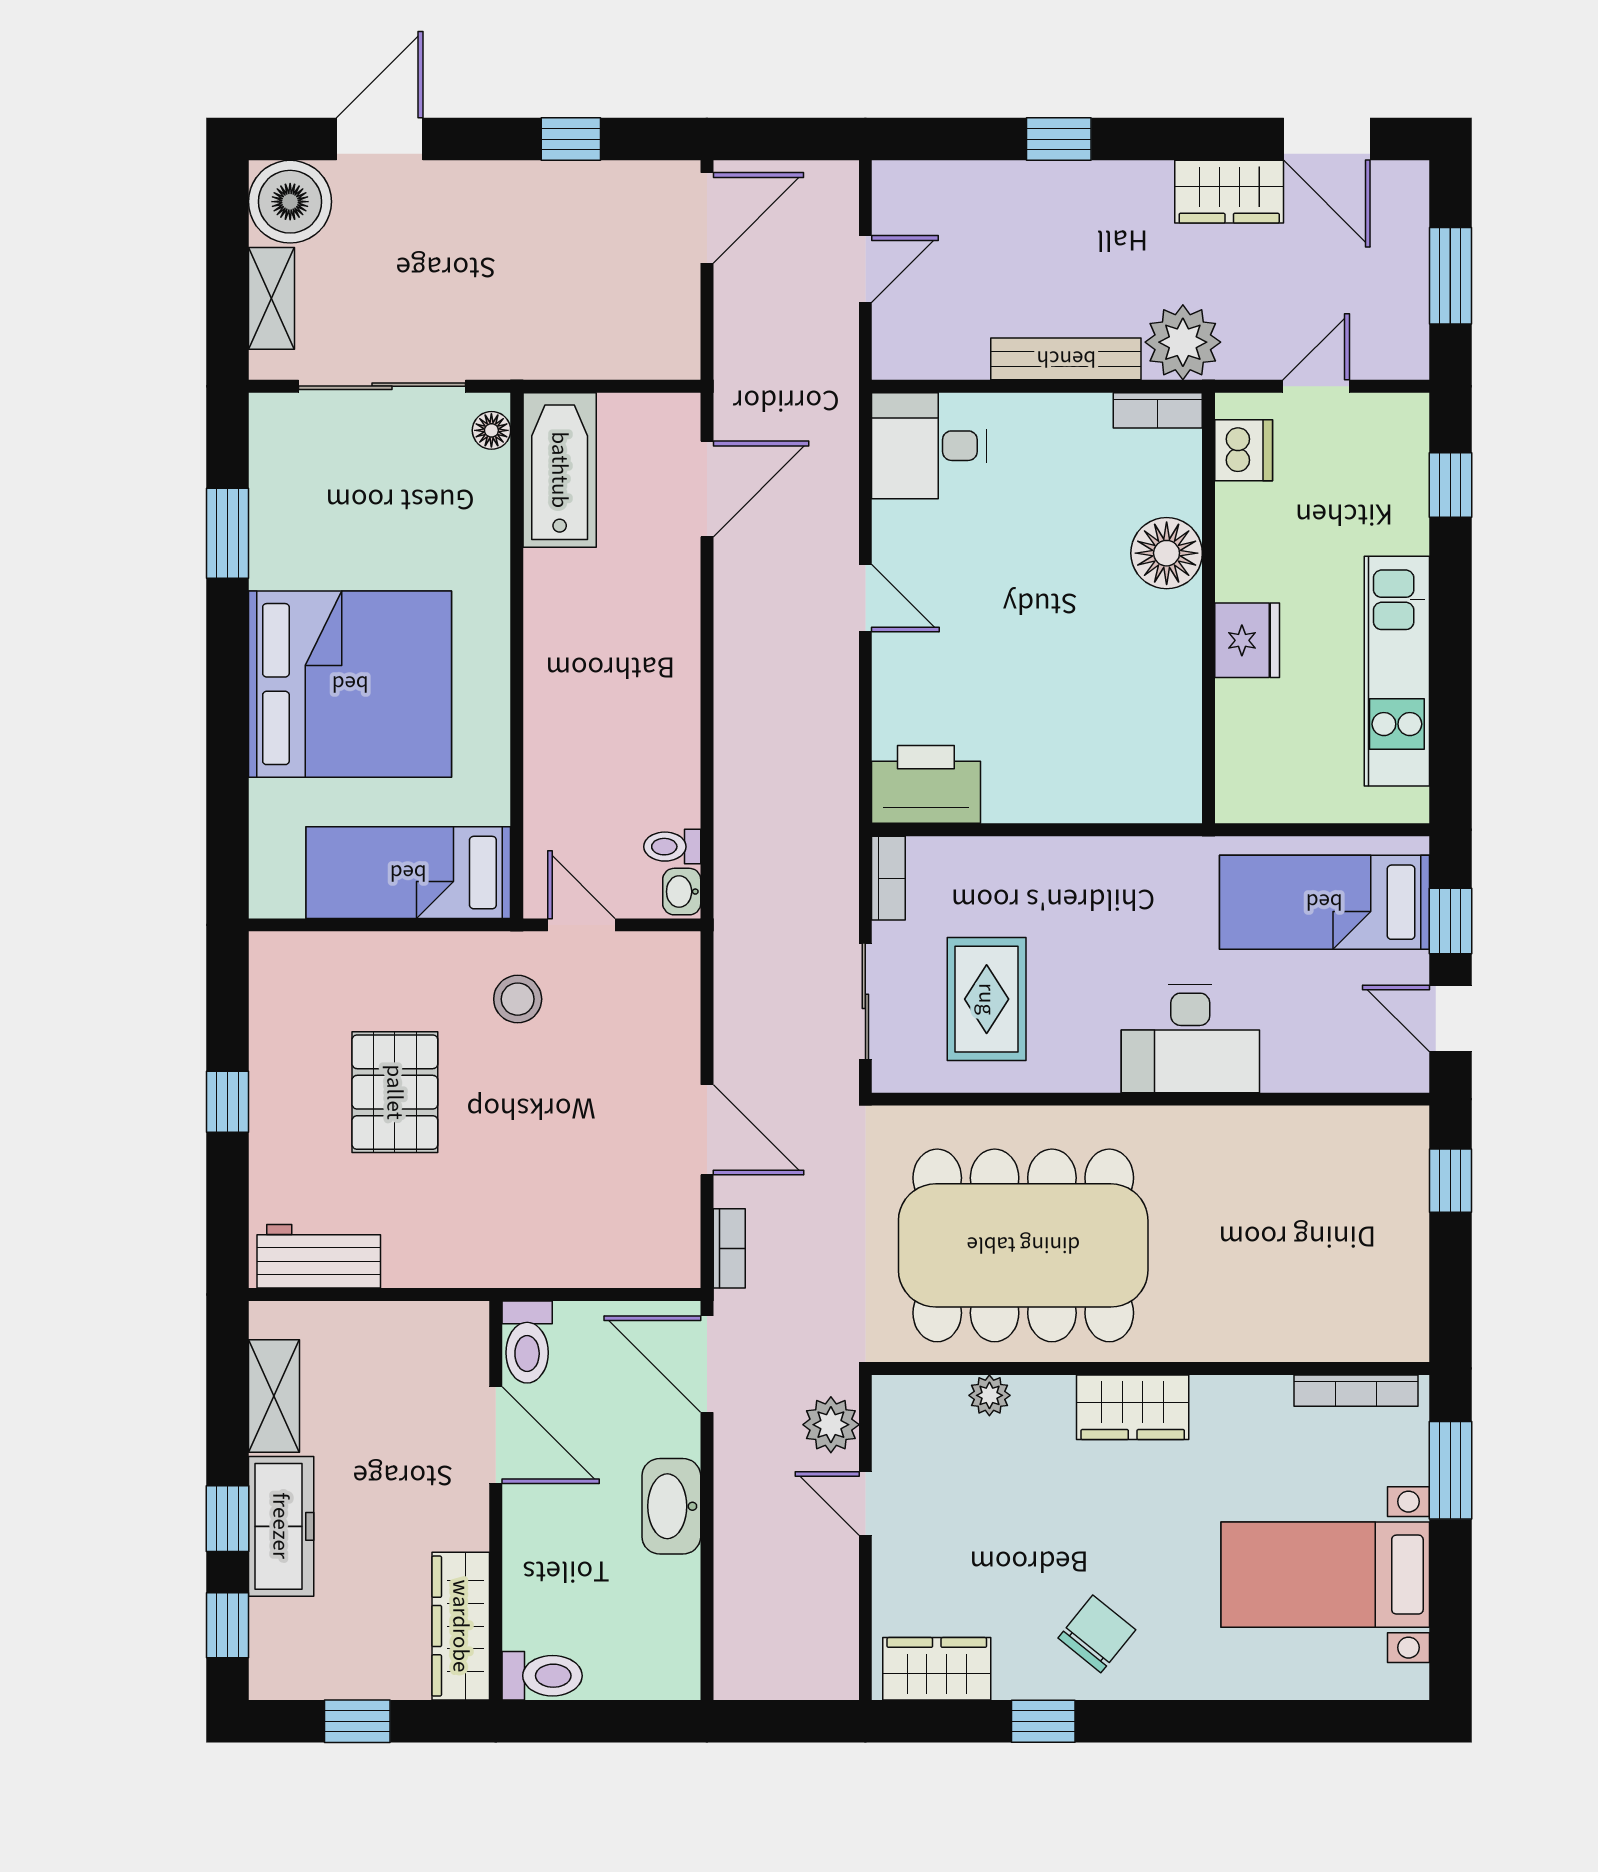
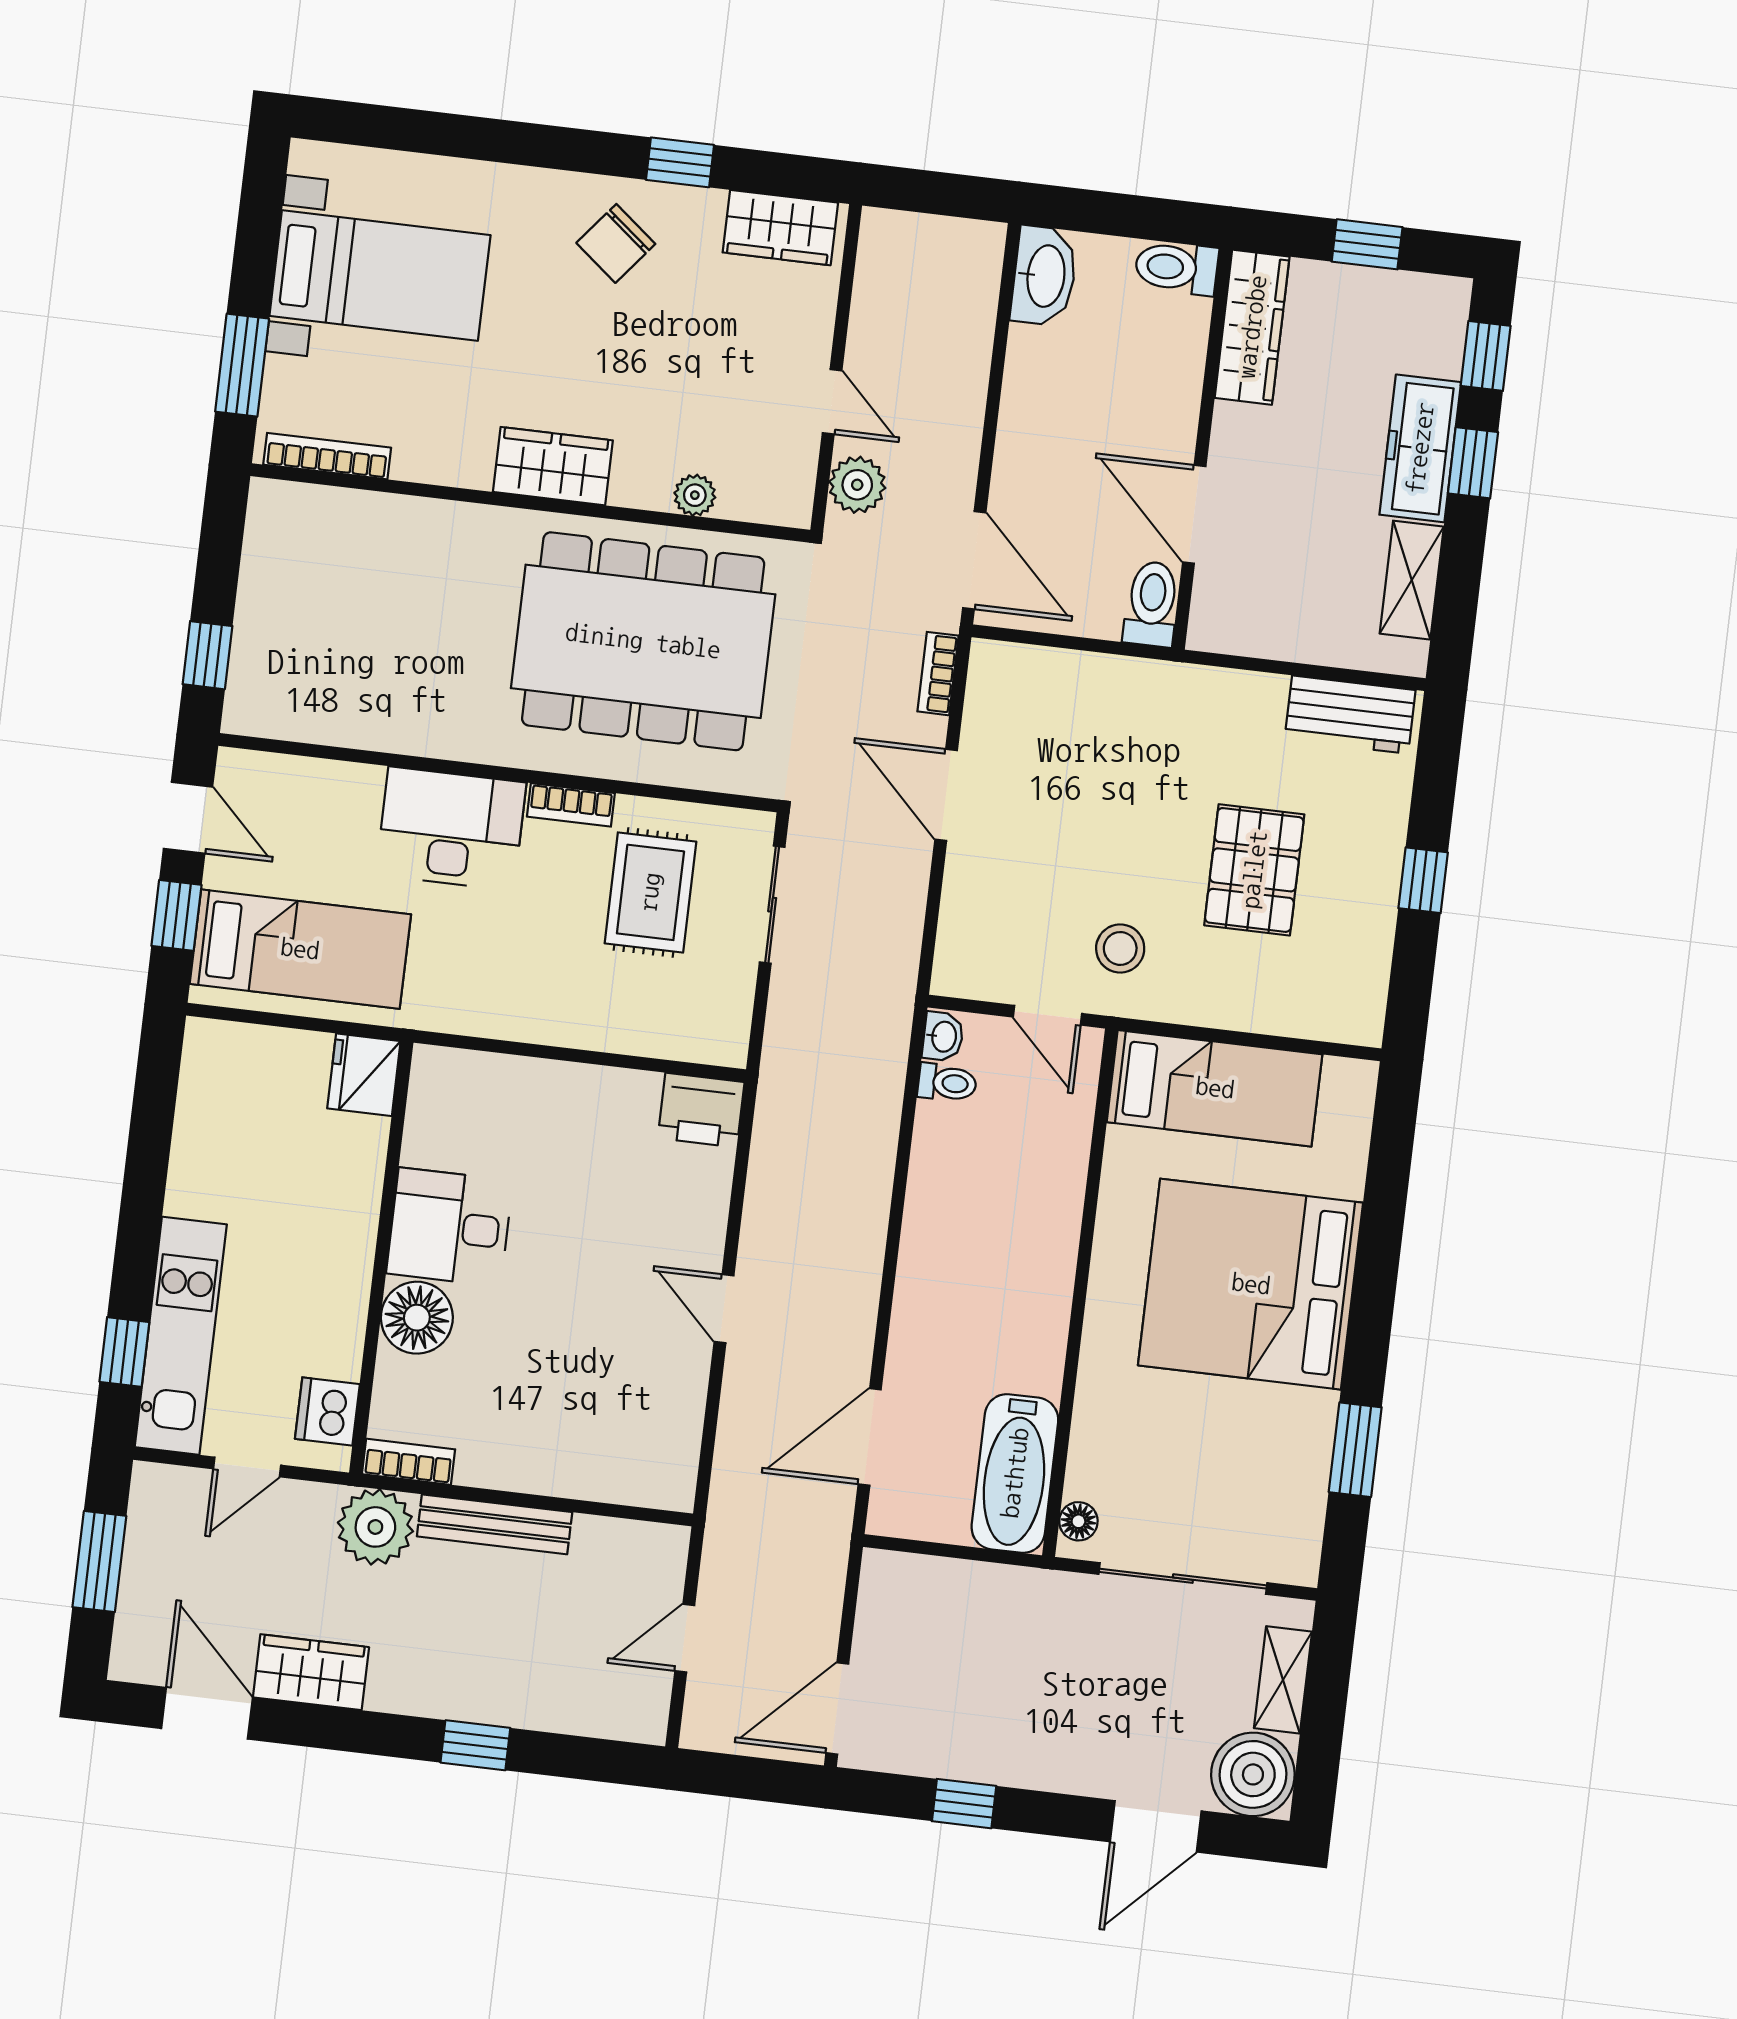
desk: (929, 446) -> (450, 1227), moved, turned 180
fridge: (1247, 640) -> (364, 1075), moved
kitchen unit: (1397, 671) -> (181, 1336), moved
printer: (926, 784) -> (701, 1110), width x0.73, depth x0.84
bookcase: (888, 878) -> (571, 805), moved, turned -90
washbasin: (671, 1506) -> (1044, 276), moved

